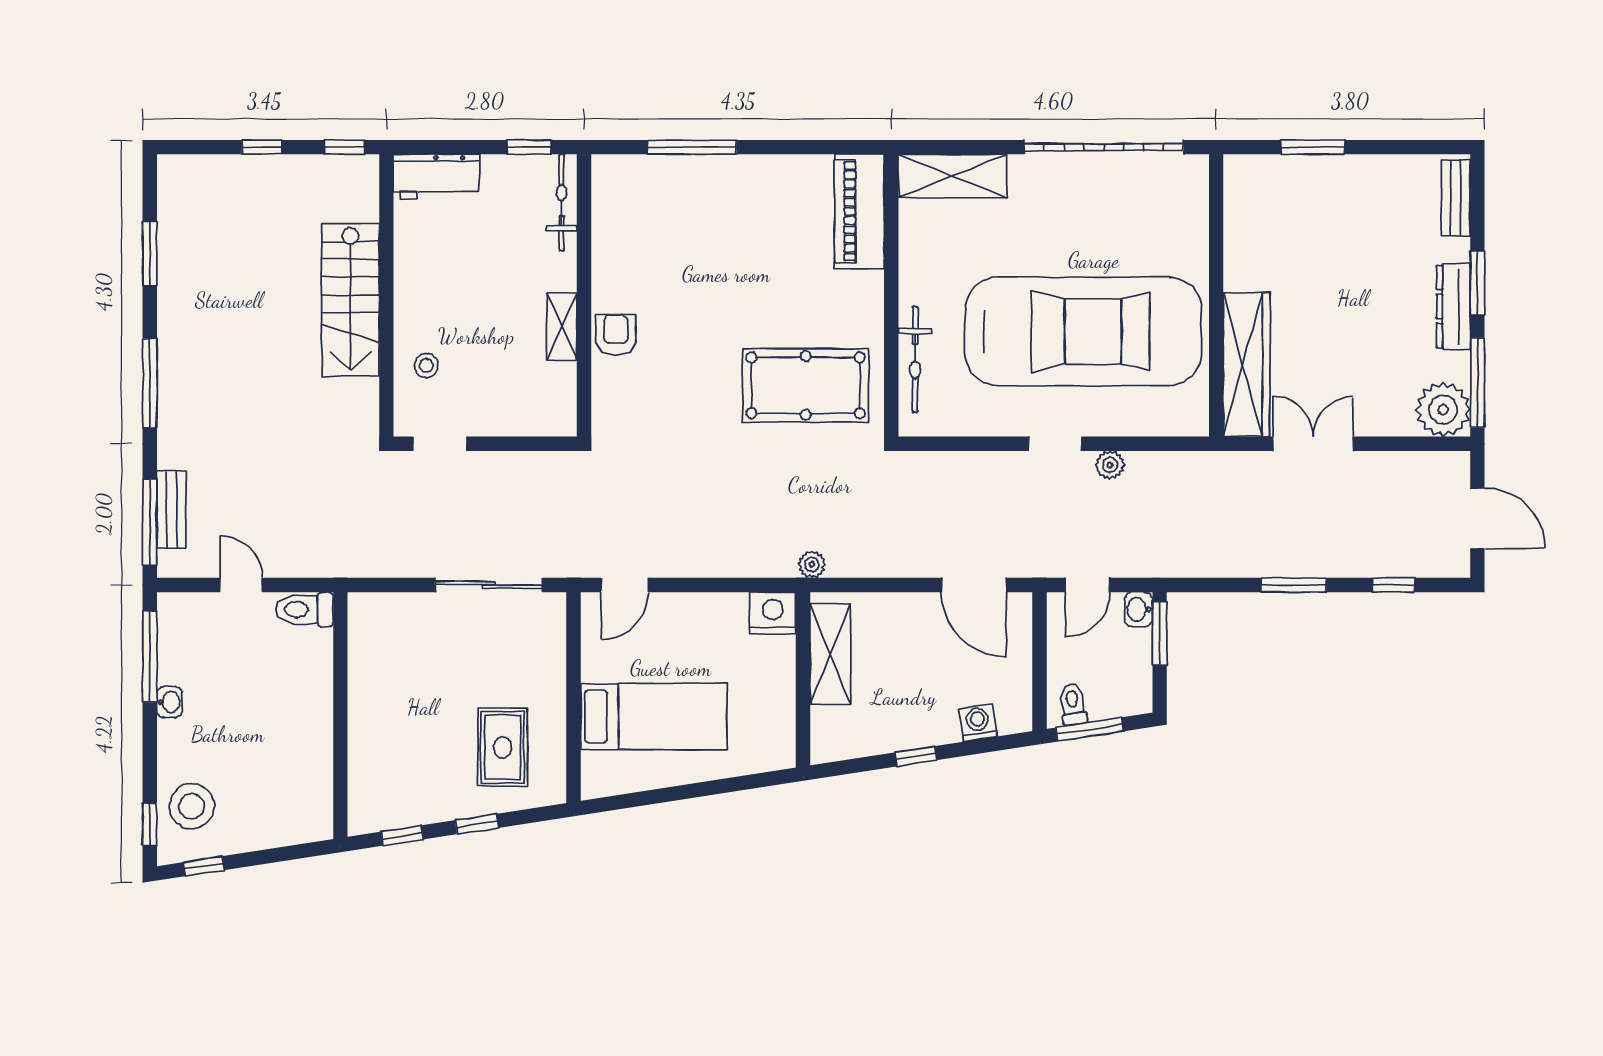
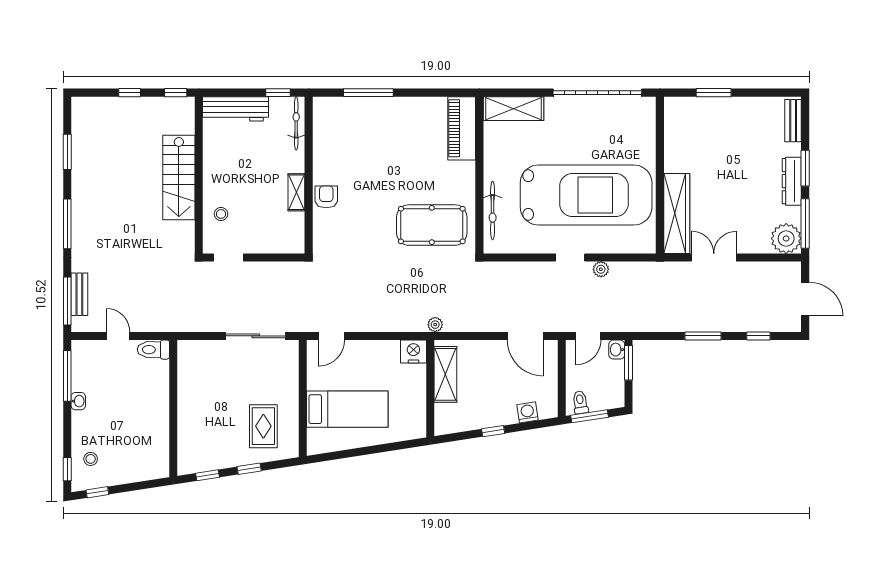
workbench: (436, 176) -> (235, 109), width x1.38
stool: (192, 806) -> (91, 459), width x0.53, depth x0.53

